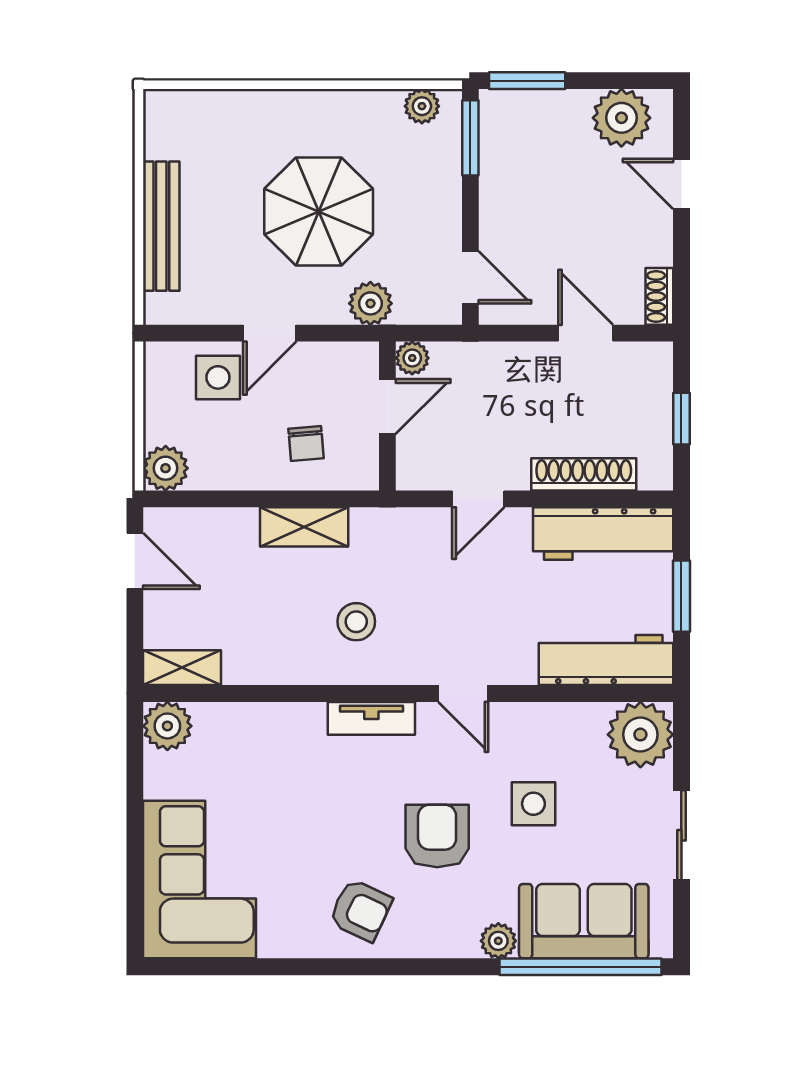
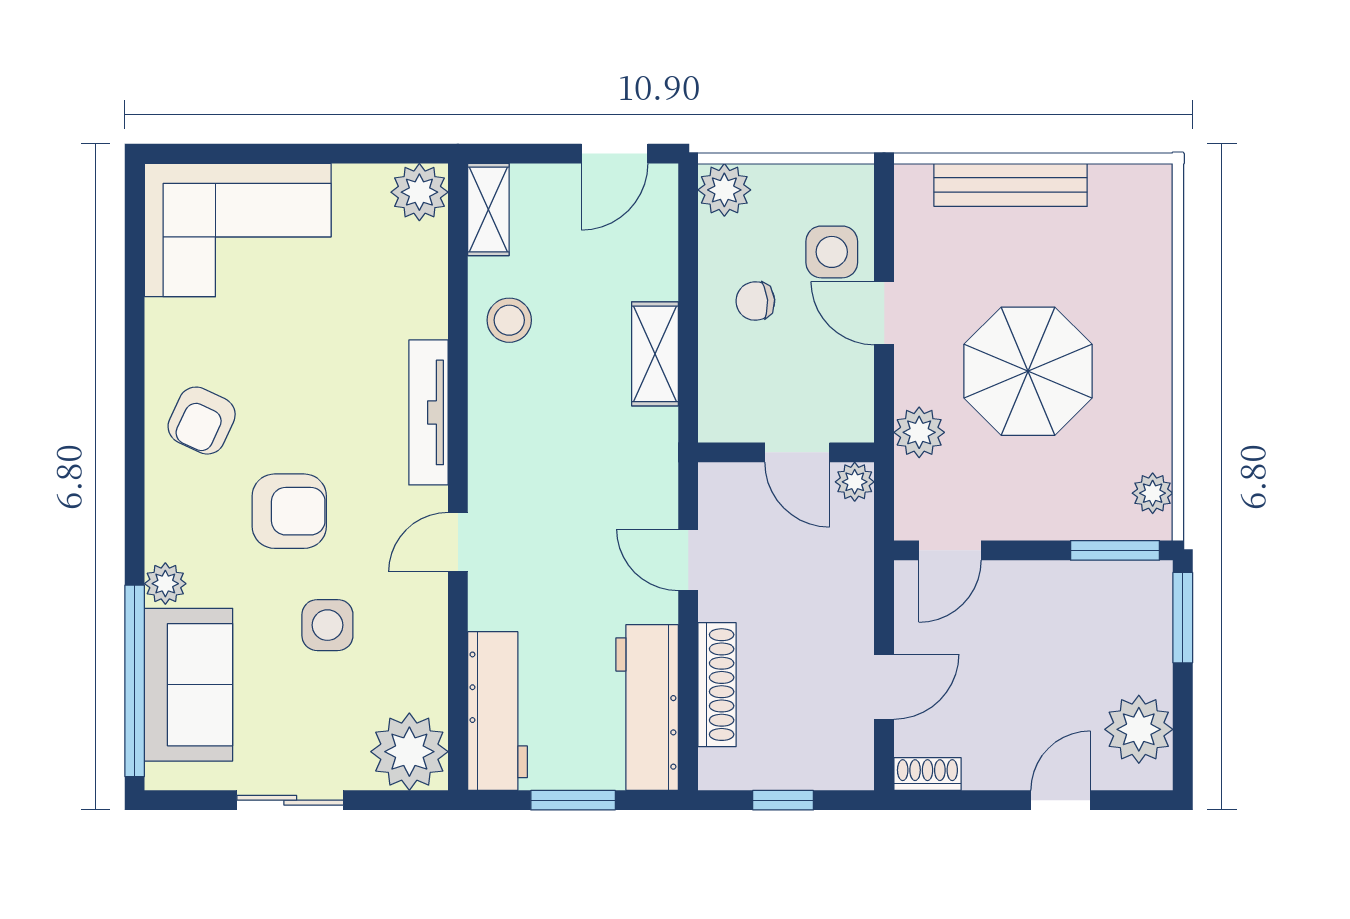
chair: (306, 443) -> (755, 301), moved
stool: (356, 622) -> (509, 320), moved
tv unit: (371, 718) -> (428, 412), width x1.41

